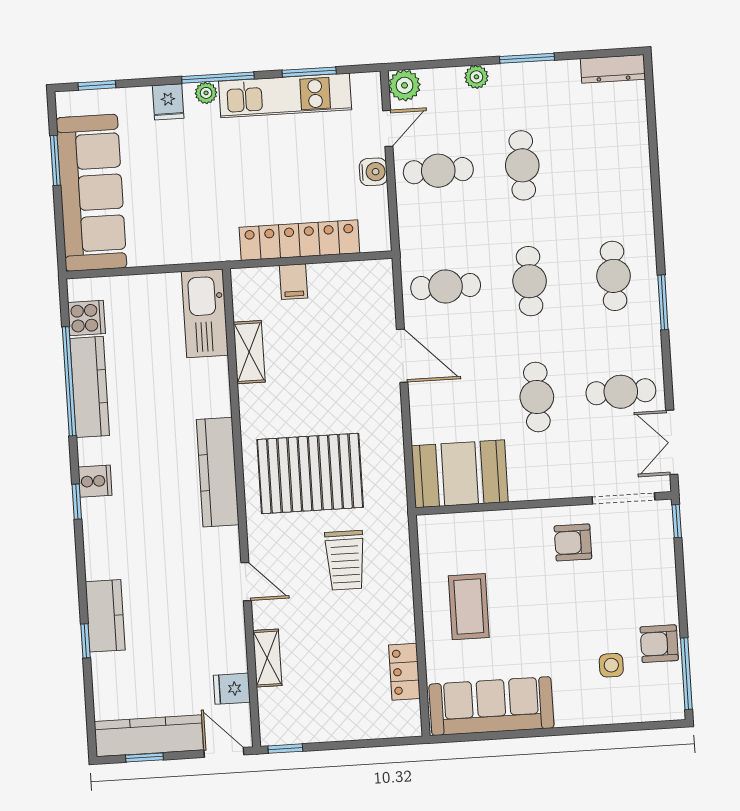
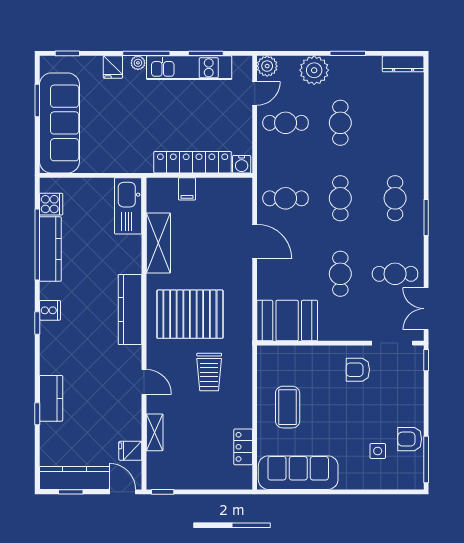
plant: (476, 77) -> (314, 70), width x1.88, depth x1.88
water cooler: (373, 172) -> (242, 164), moved, turned 90
shelving: (249, 352) -> (158, 243), width x1.50, depth x1.33

